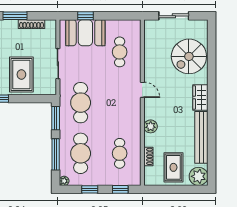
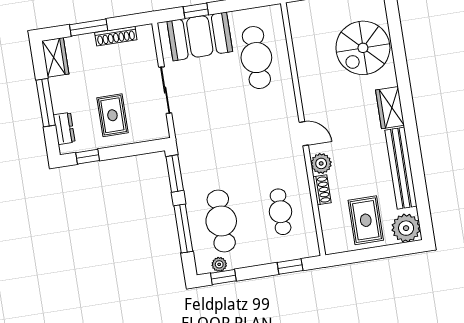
cafe table: (120, 52) -> (256, 58), width x1.37, depth x1.35
rug: (21, 75) -> (112, 115), width x0.73, depth x0.70
door: (142, 90) -> (304, 134), moved
cafe table: (81, 103) -> (209, 144), removed
shoe rack: (148, 156) -> (322, 190), moved
plant: (64, 181) -> (219, 264), moved
window: (90, 189) -> (223, 277), moved

